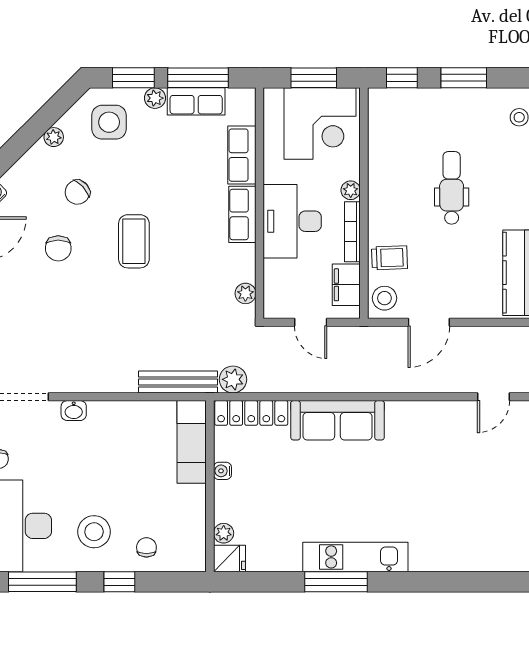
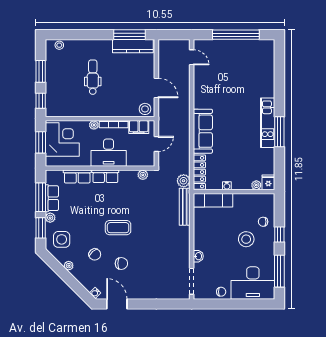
dental chair: (452, 188) -> (93, 77), turned 90
trolley: (389, 258) -> (126, 107), removed
stool: (94, 532) -> (246, 239), moved

